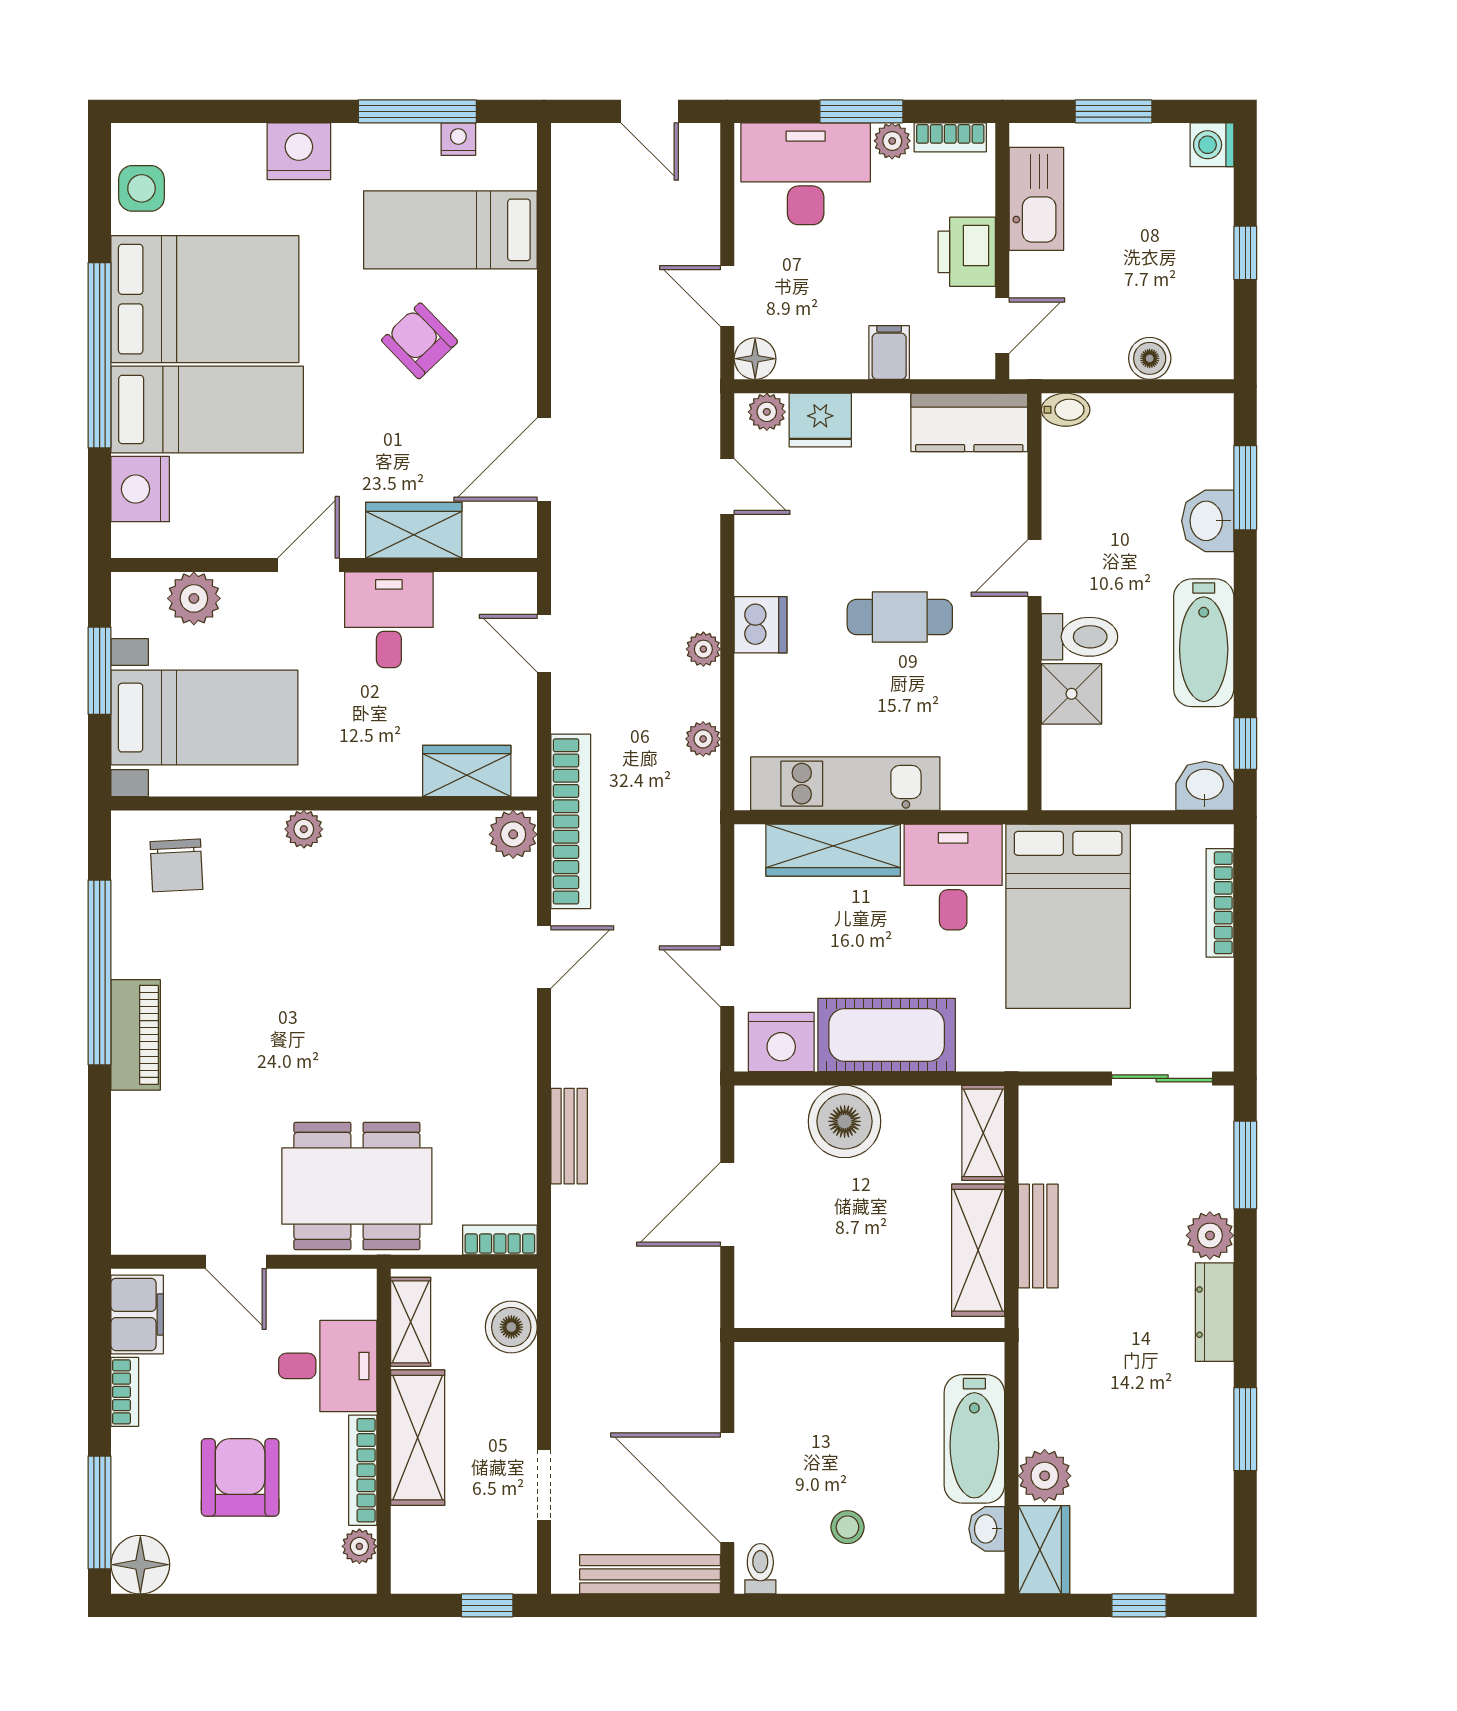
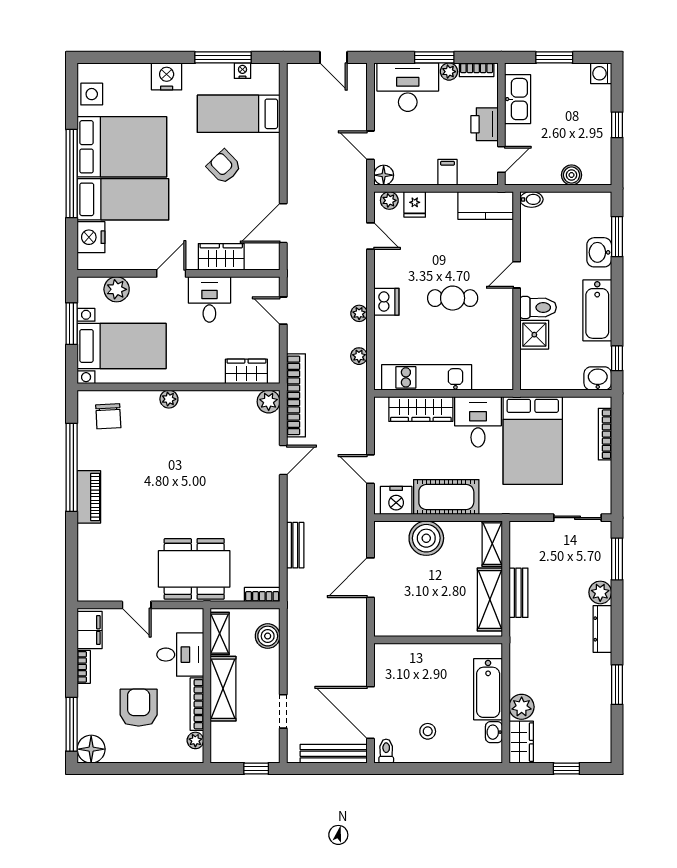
fridge: (820, 420) -> (415, 204), width x0.72

